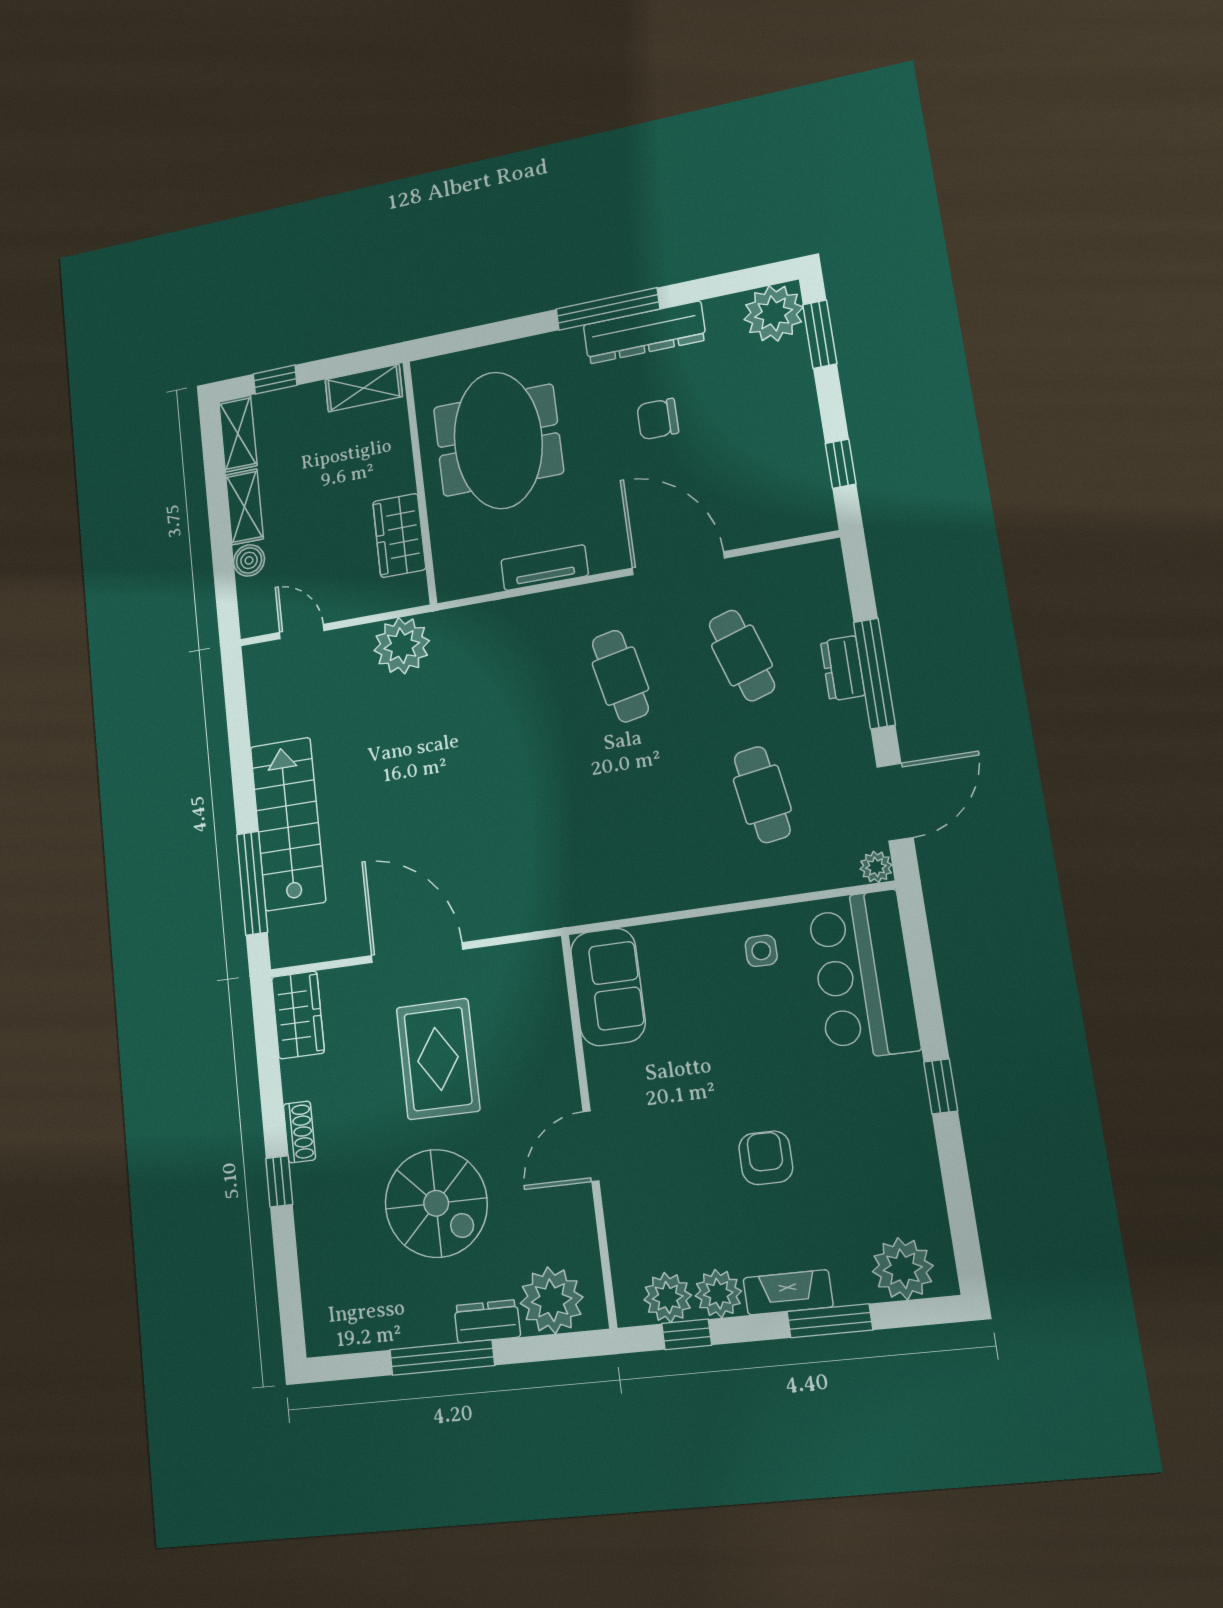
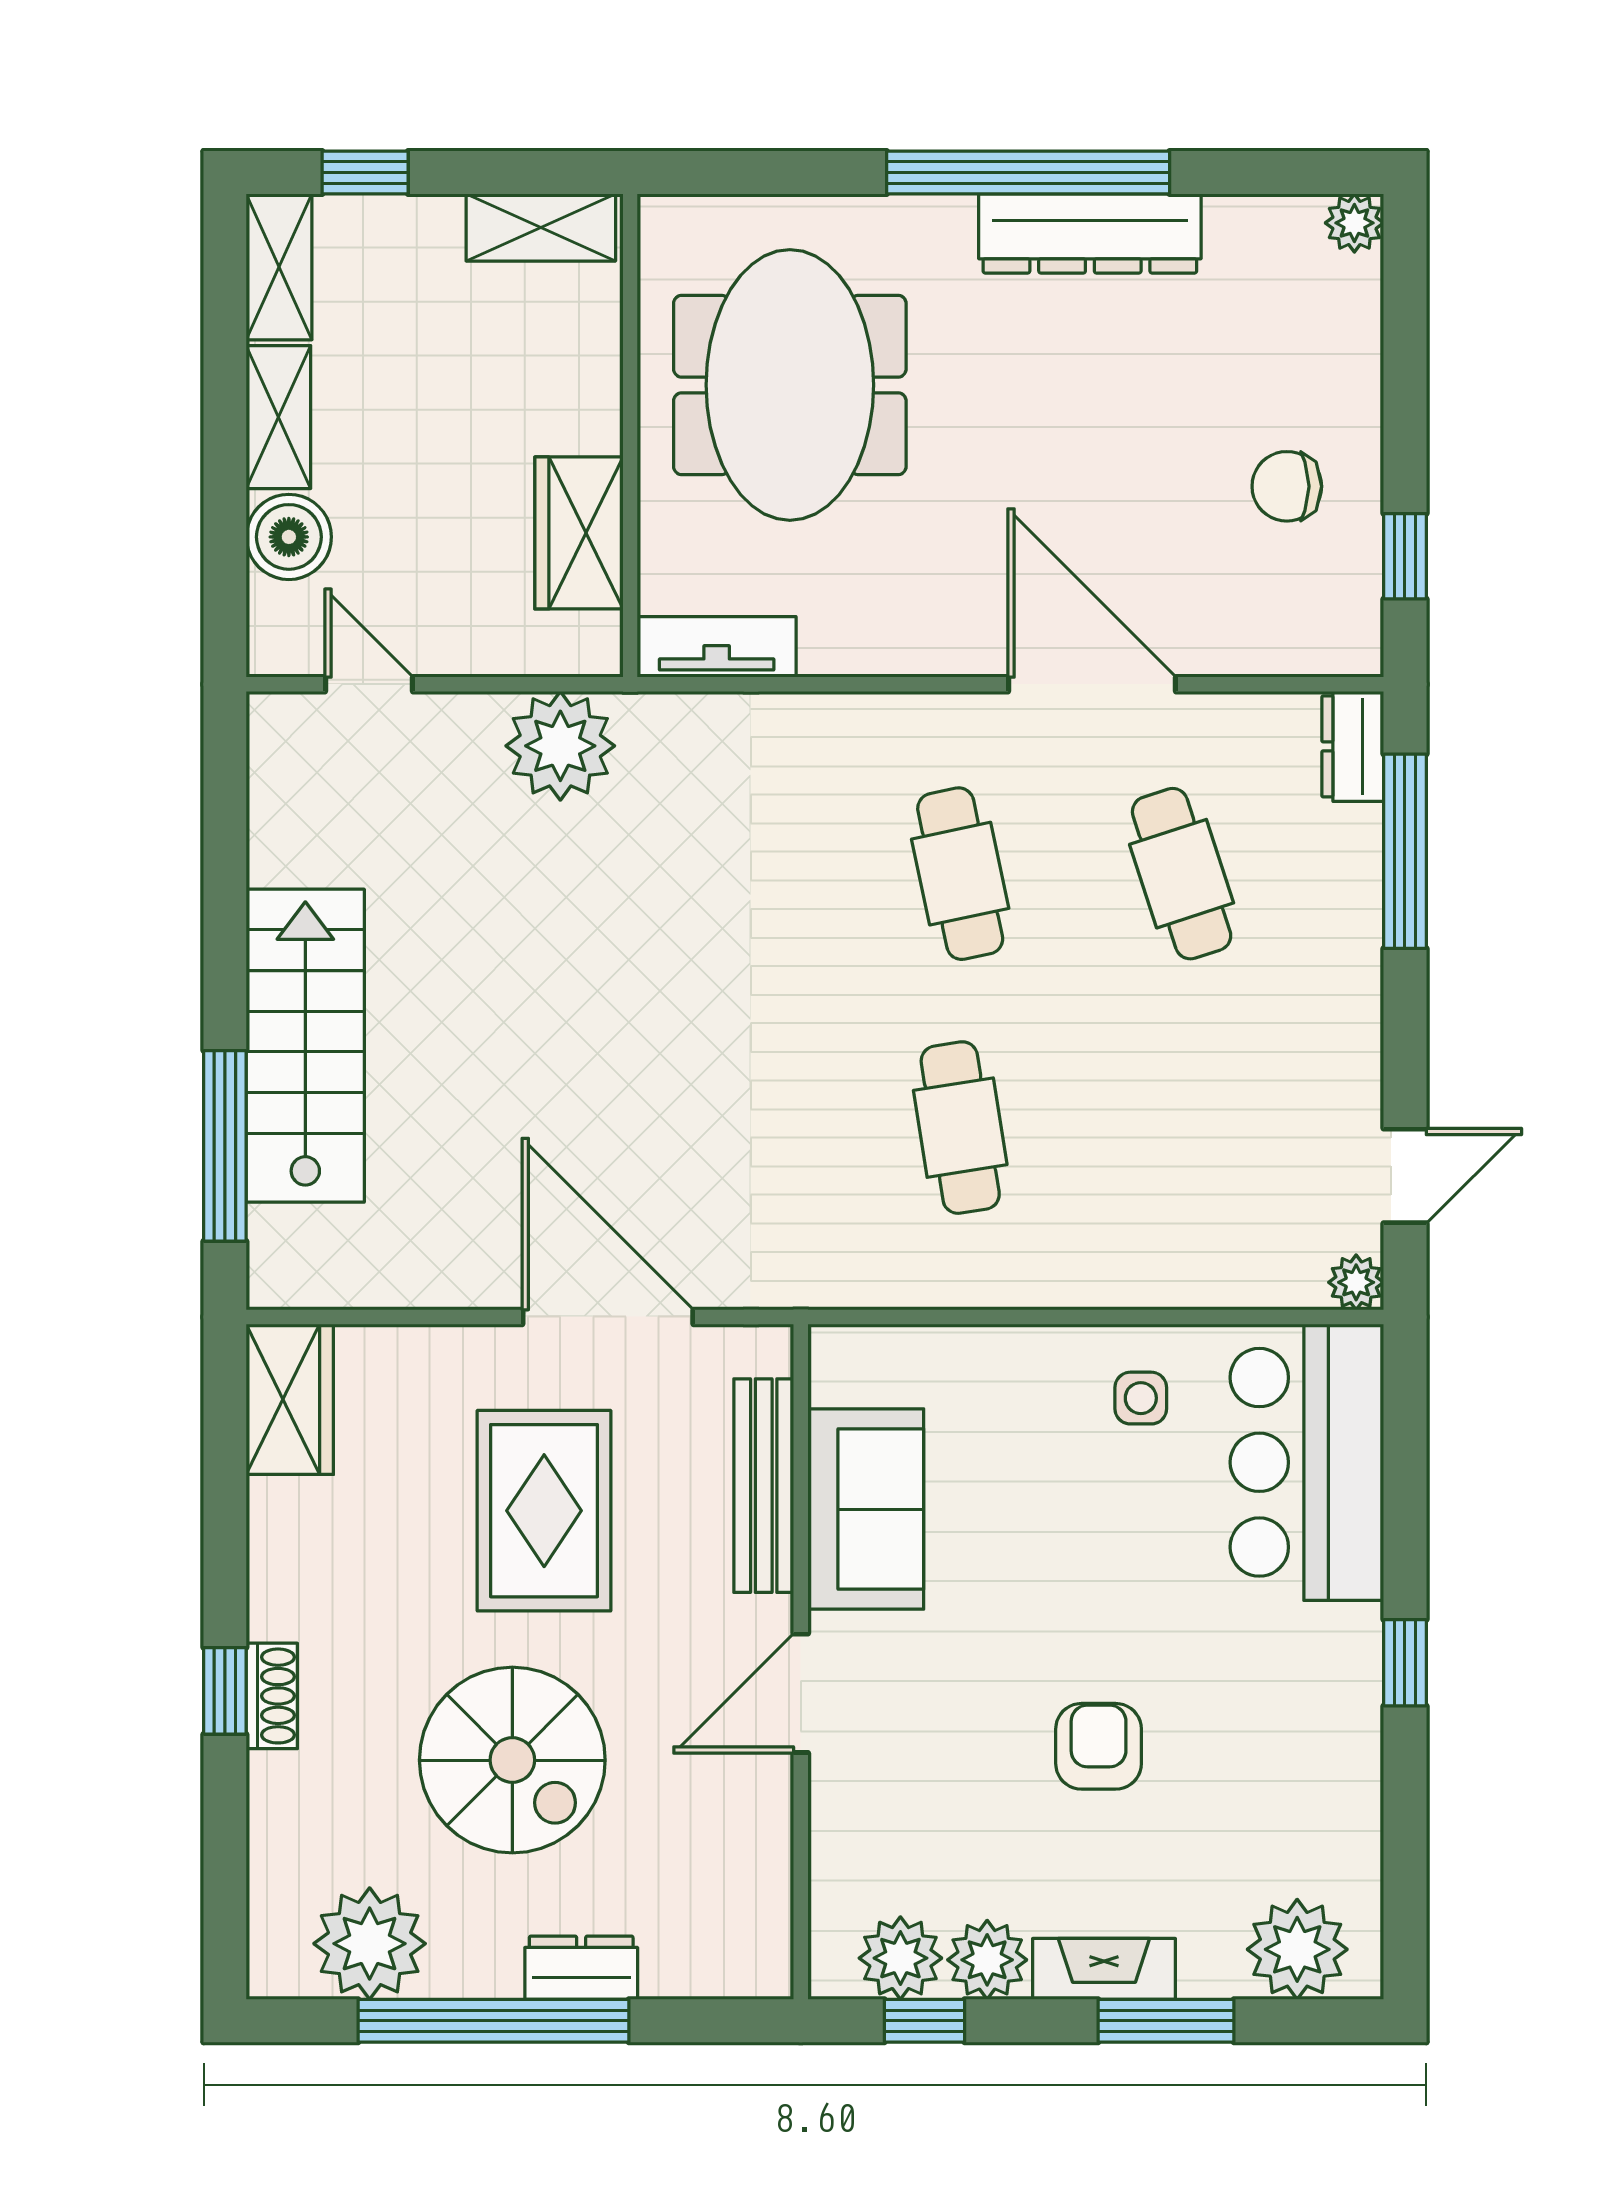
window: (608, 309) -> (1028, 172), width x1.46
plant: (774, 313) -> (1354, 223), width x0.53, depth x0.53
window: (820, 334) -> (1405, 306), removed
chair: (658, 419) -> (1287, 486), moved
boiler: (249, 560) -> (289, 537), width x1.36, depth x1.36
tv unit: (545, 568) -> (717, 647), moved
dresser: (843, 668) -> (1353, 746), moved
window: (874, 673) -> (1405, 851), moved
cafe table: (762, 795) -> (960, 1128), moved
door: (895, 802) -> (1405, 1176), width x0.73
door: (417, 953) -> (608, 1317), moved
sofa: (608, 987) -> (866, 1509), moved
bench: (556, 1029) -> (764, 1486), added
shoe rack: (299, 1132) -> (272, 1696), moved
plant: (552, 1300) -> (370, 1944), moved
window: (442, 1358) -> (493, 2021), width x1.46

